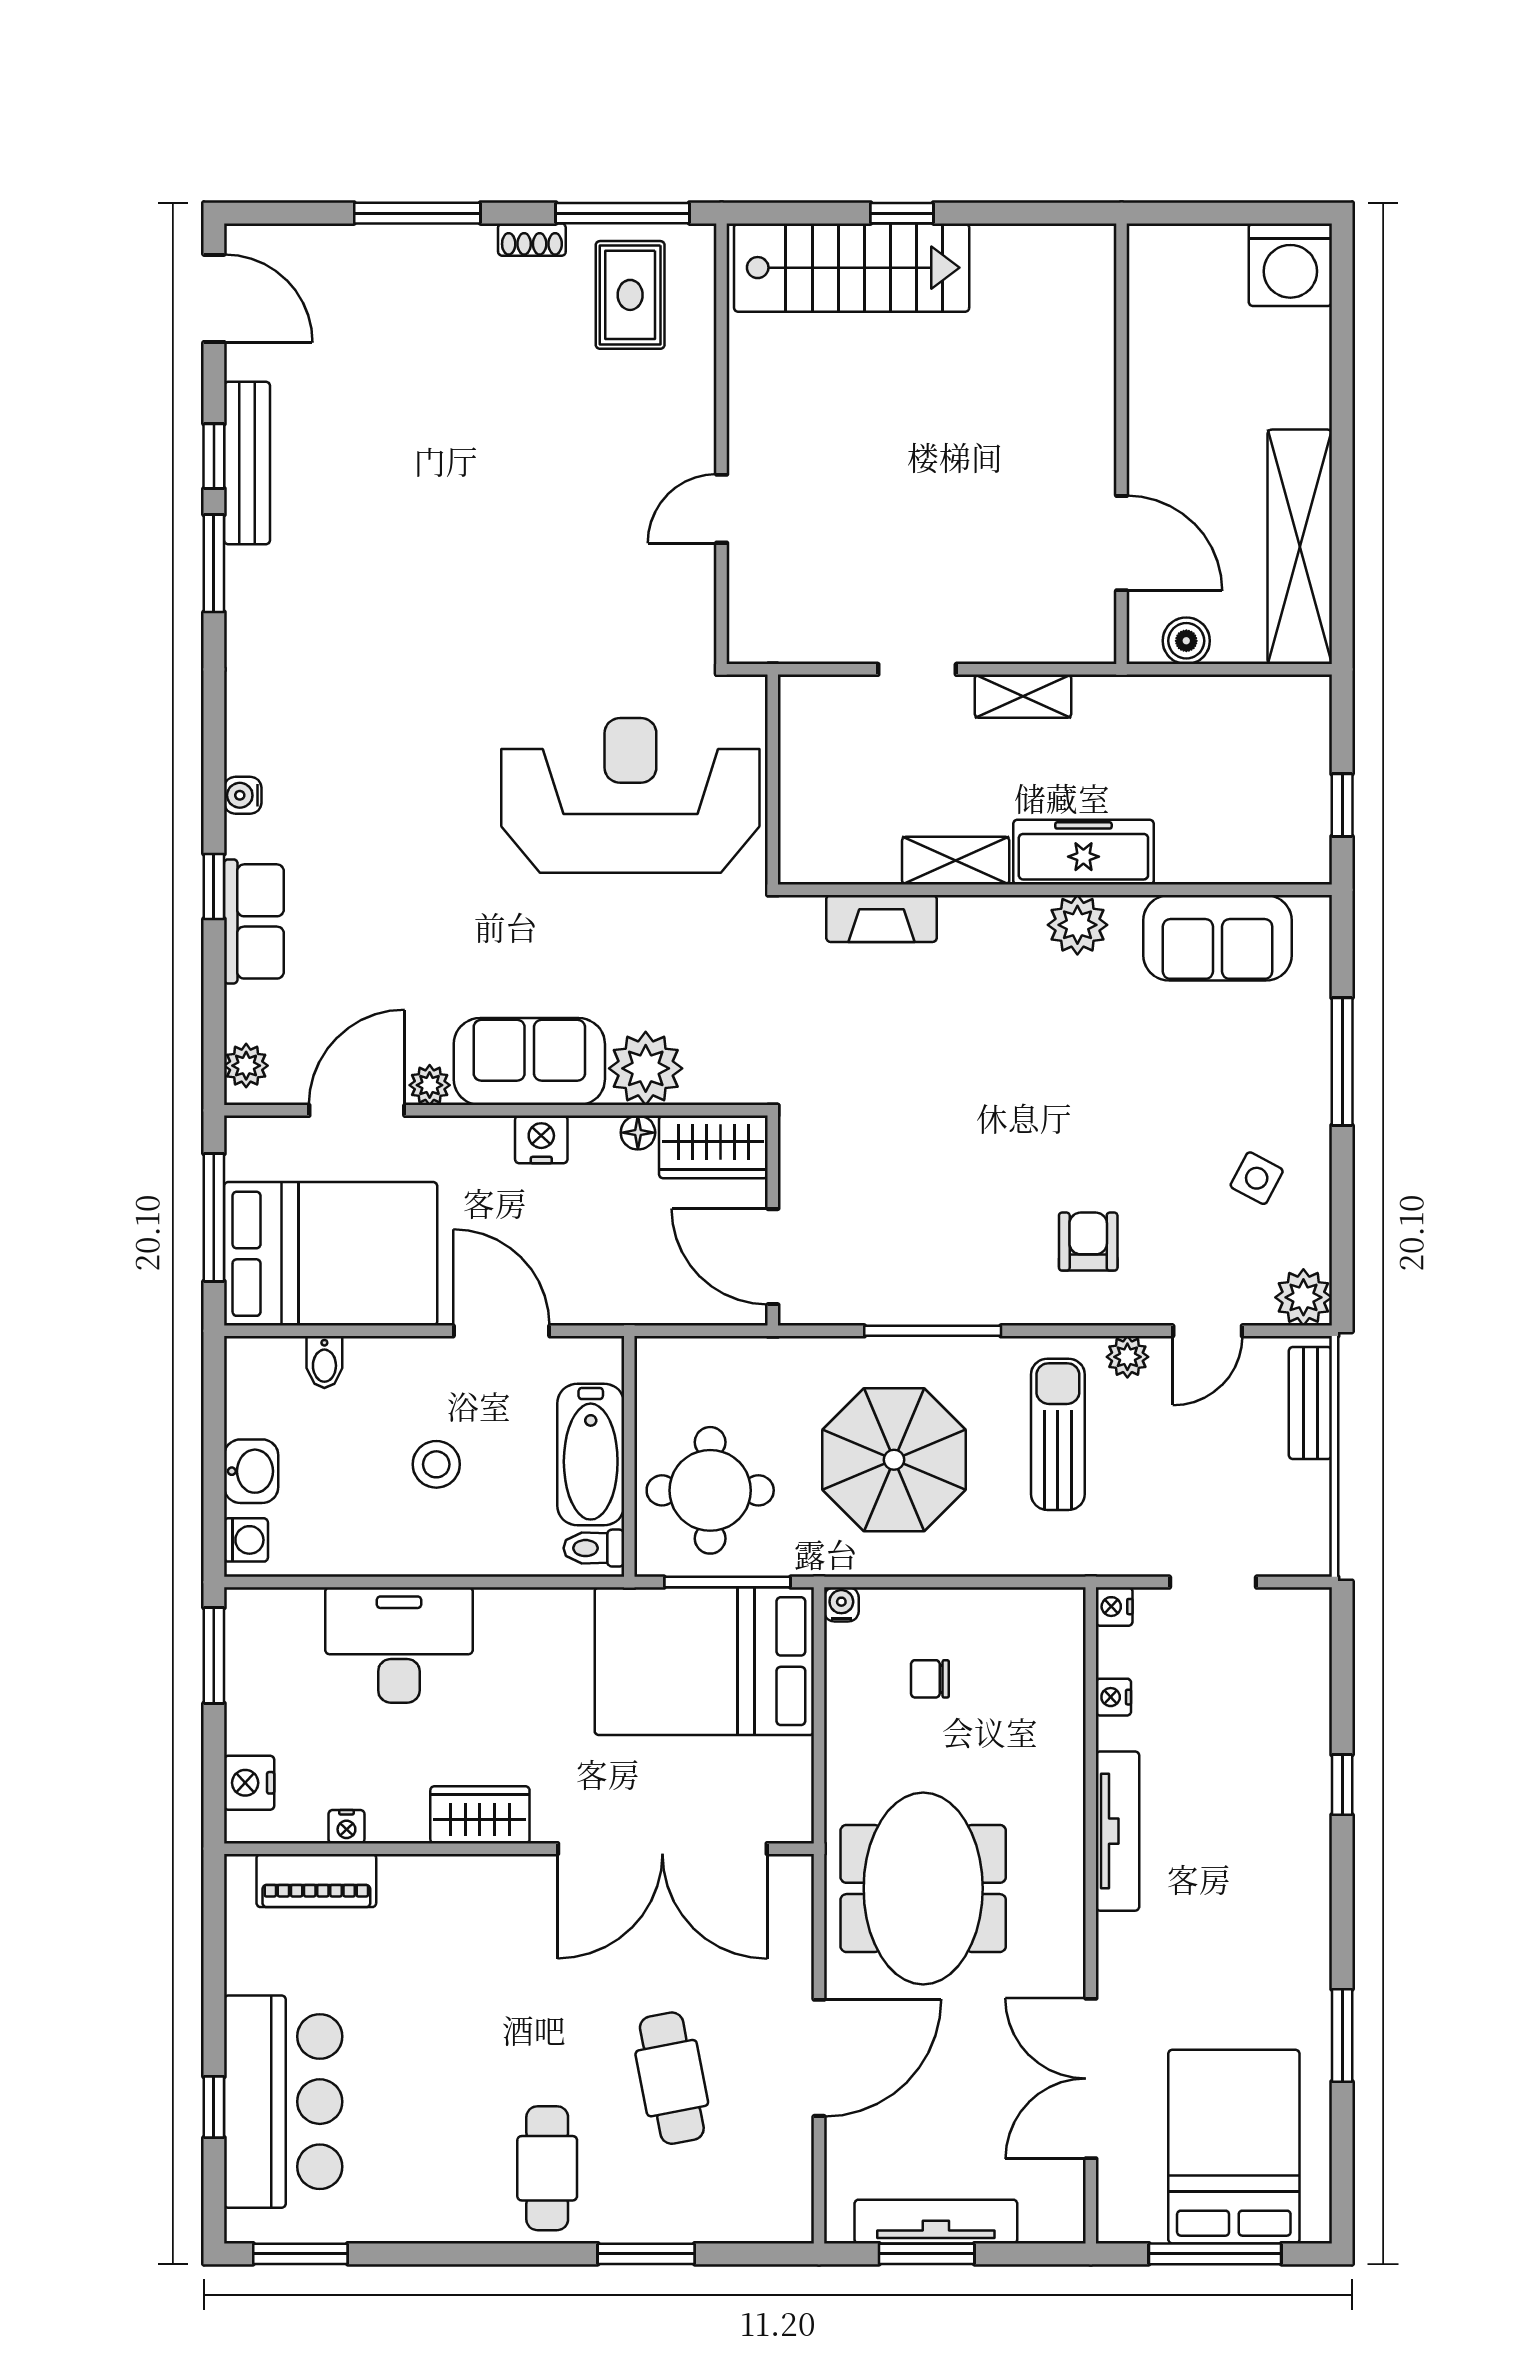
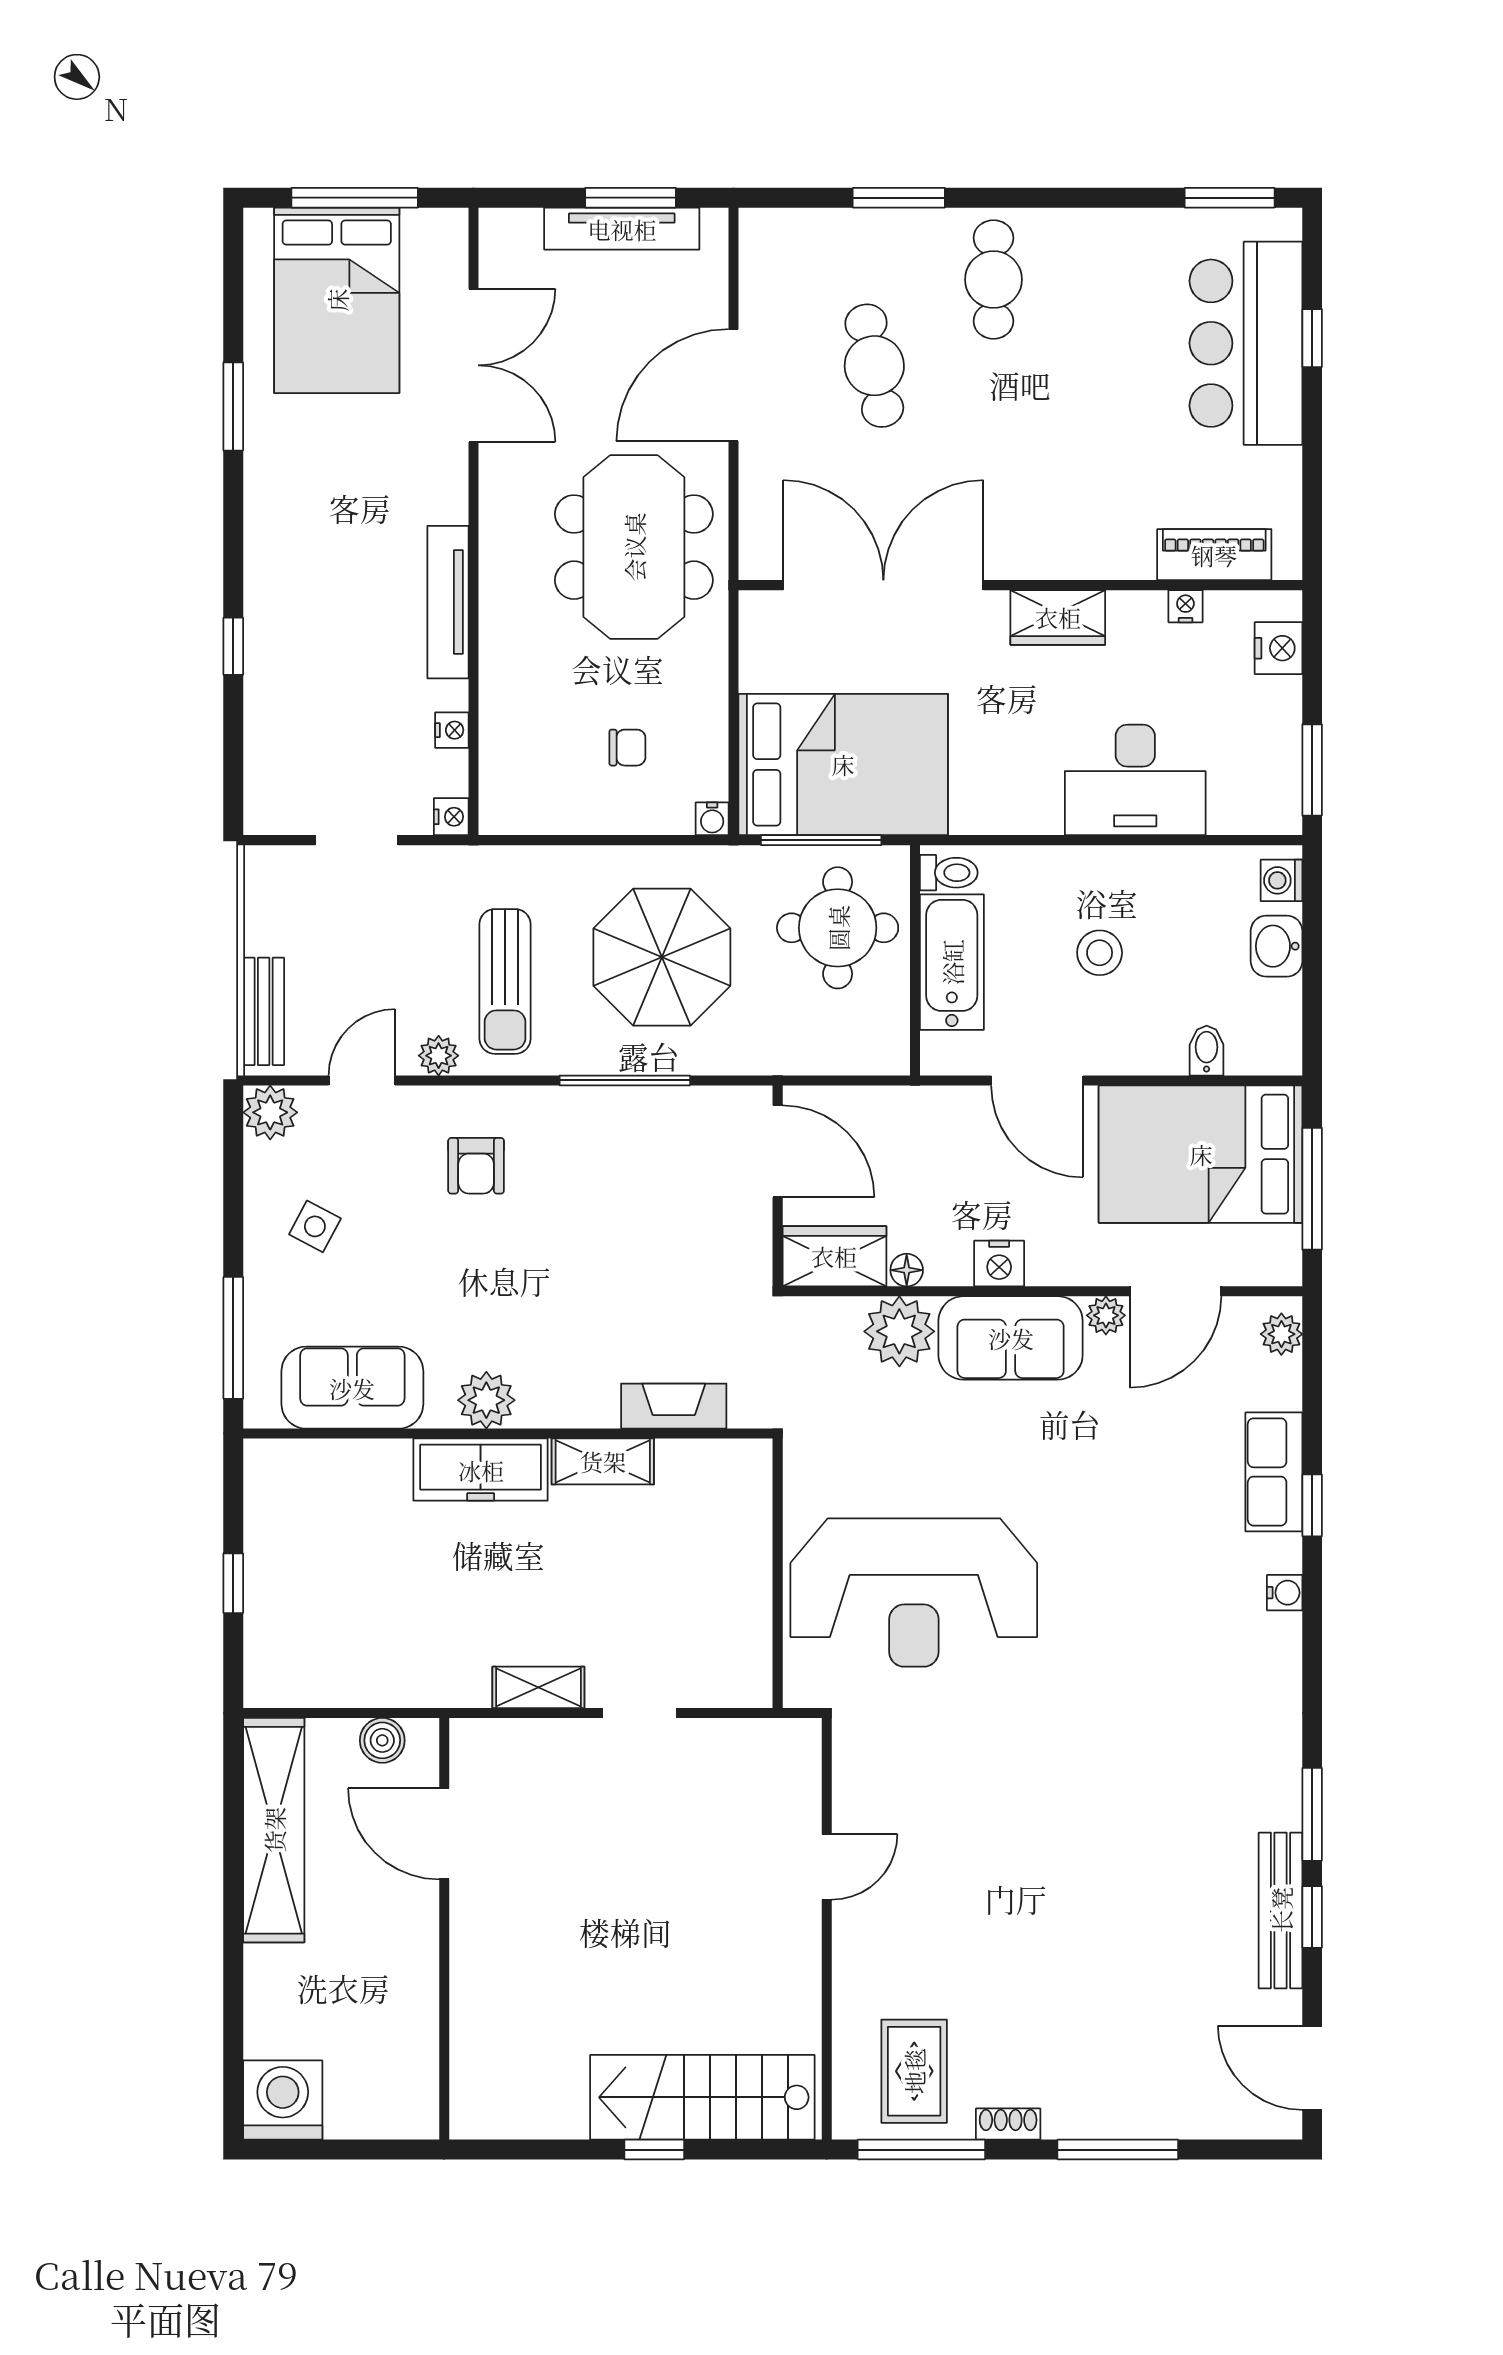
freezer: (1083, 852) -> (481, 1470), moved
shelving: (956, 861) -> (603, 1461), moved
wall: (1055, 890) -> (508, 1434), moved
fireplace: (882, 919) -> (674, 1406), moved
plant: (1077, 925) -> (486, 1400), moved
sofa: (1218, 938) -> (352, 1388), moved

